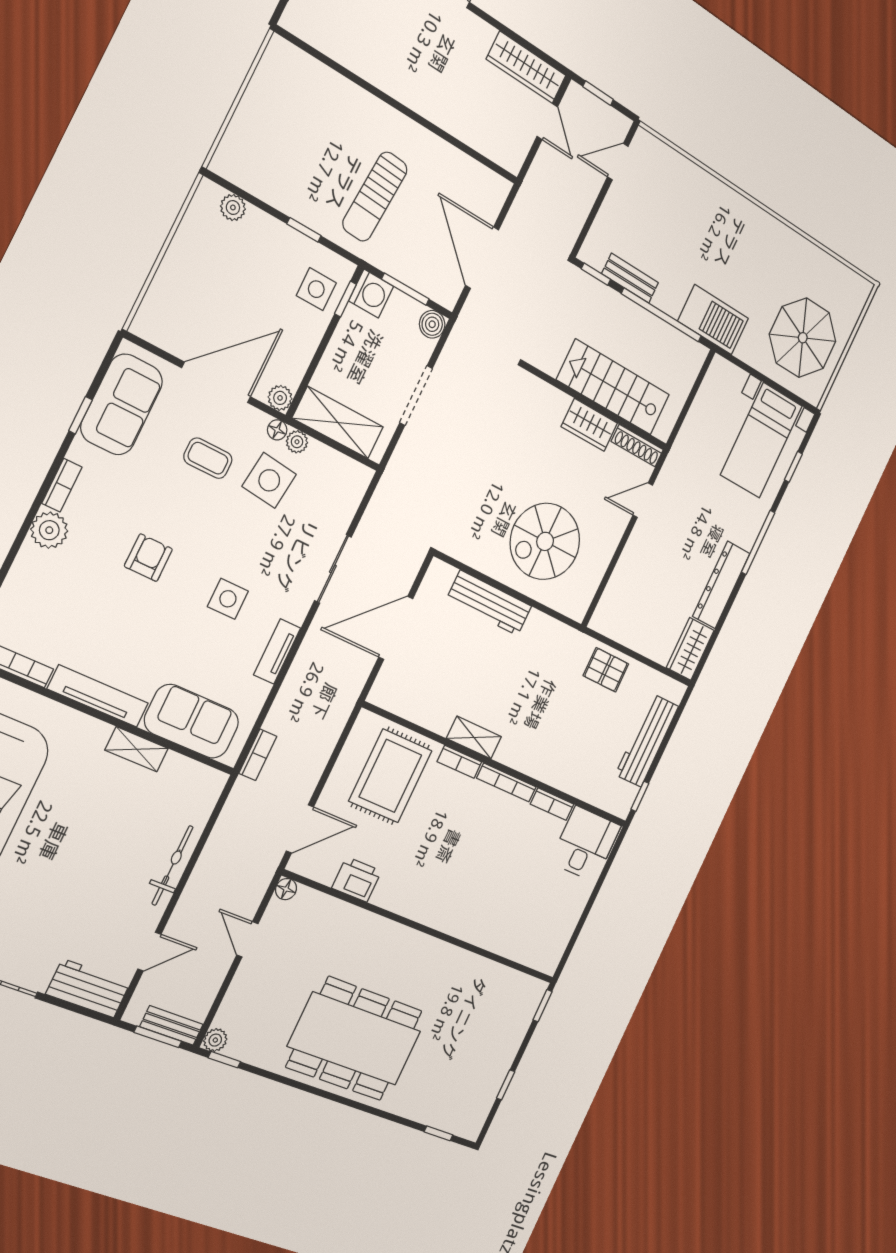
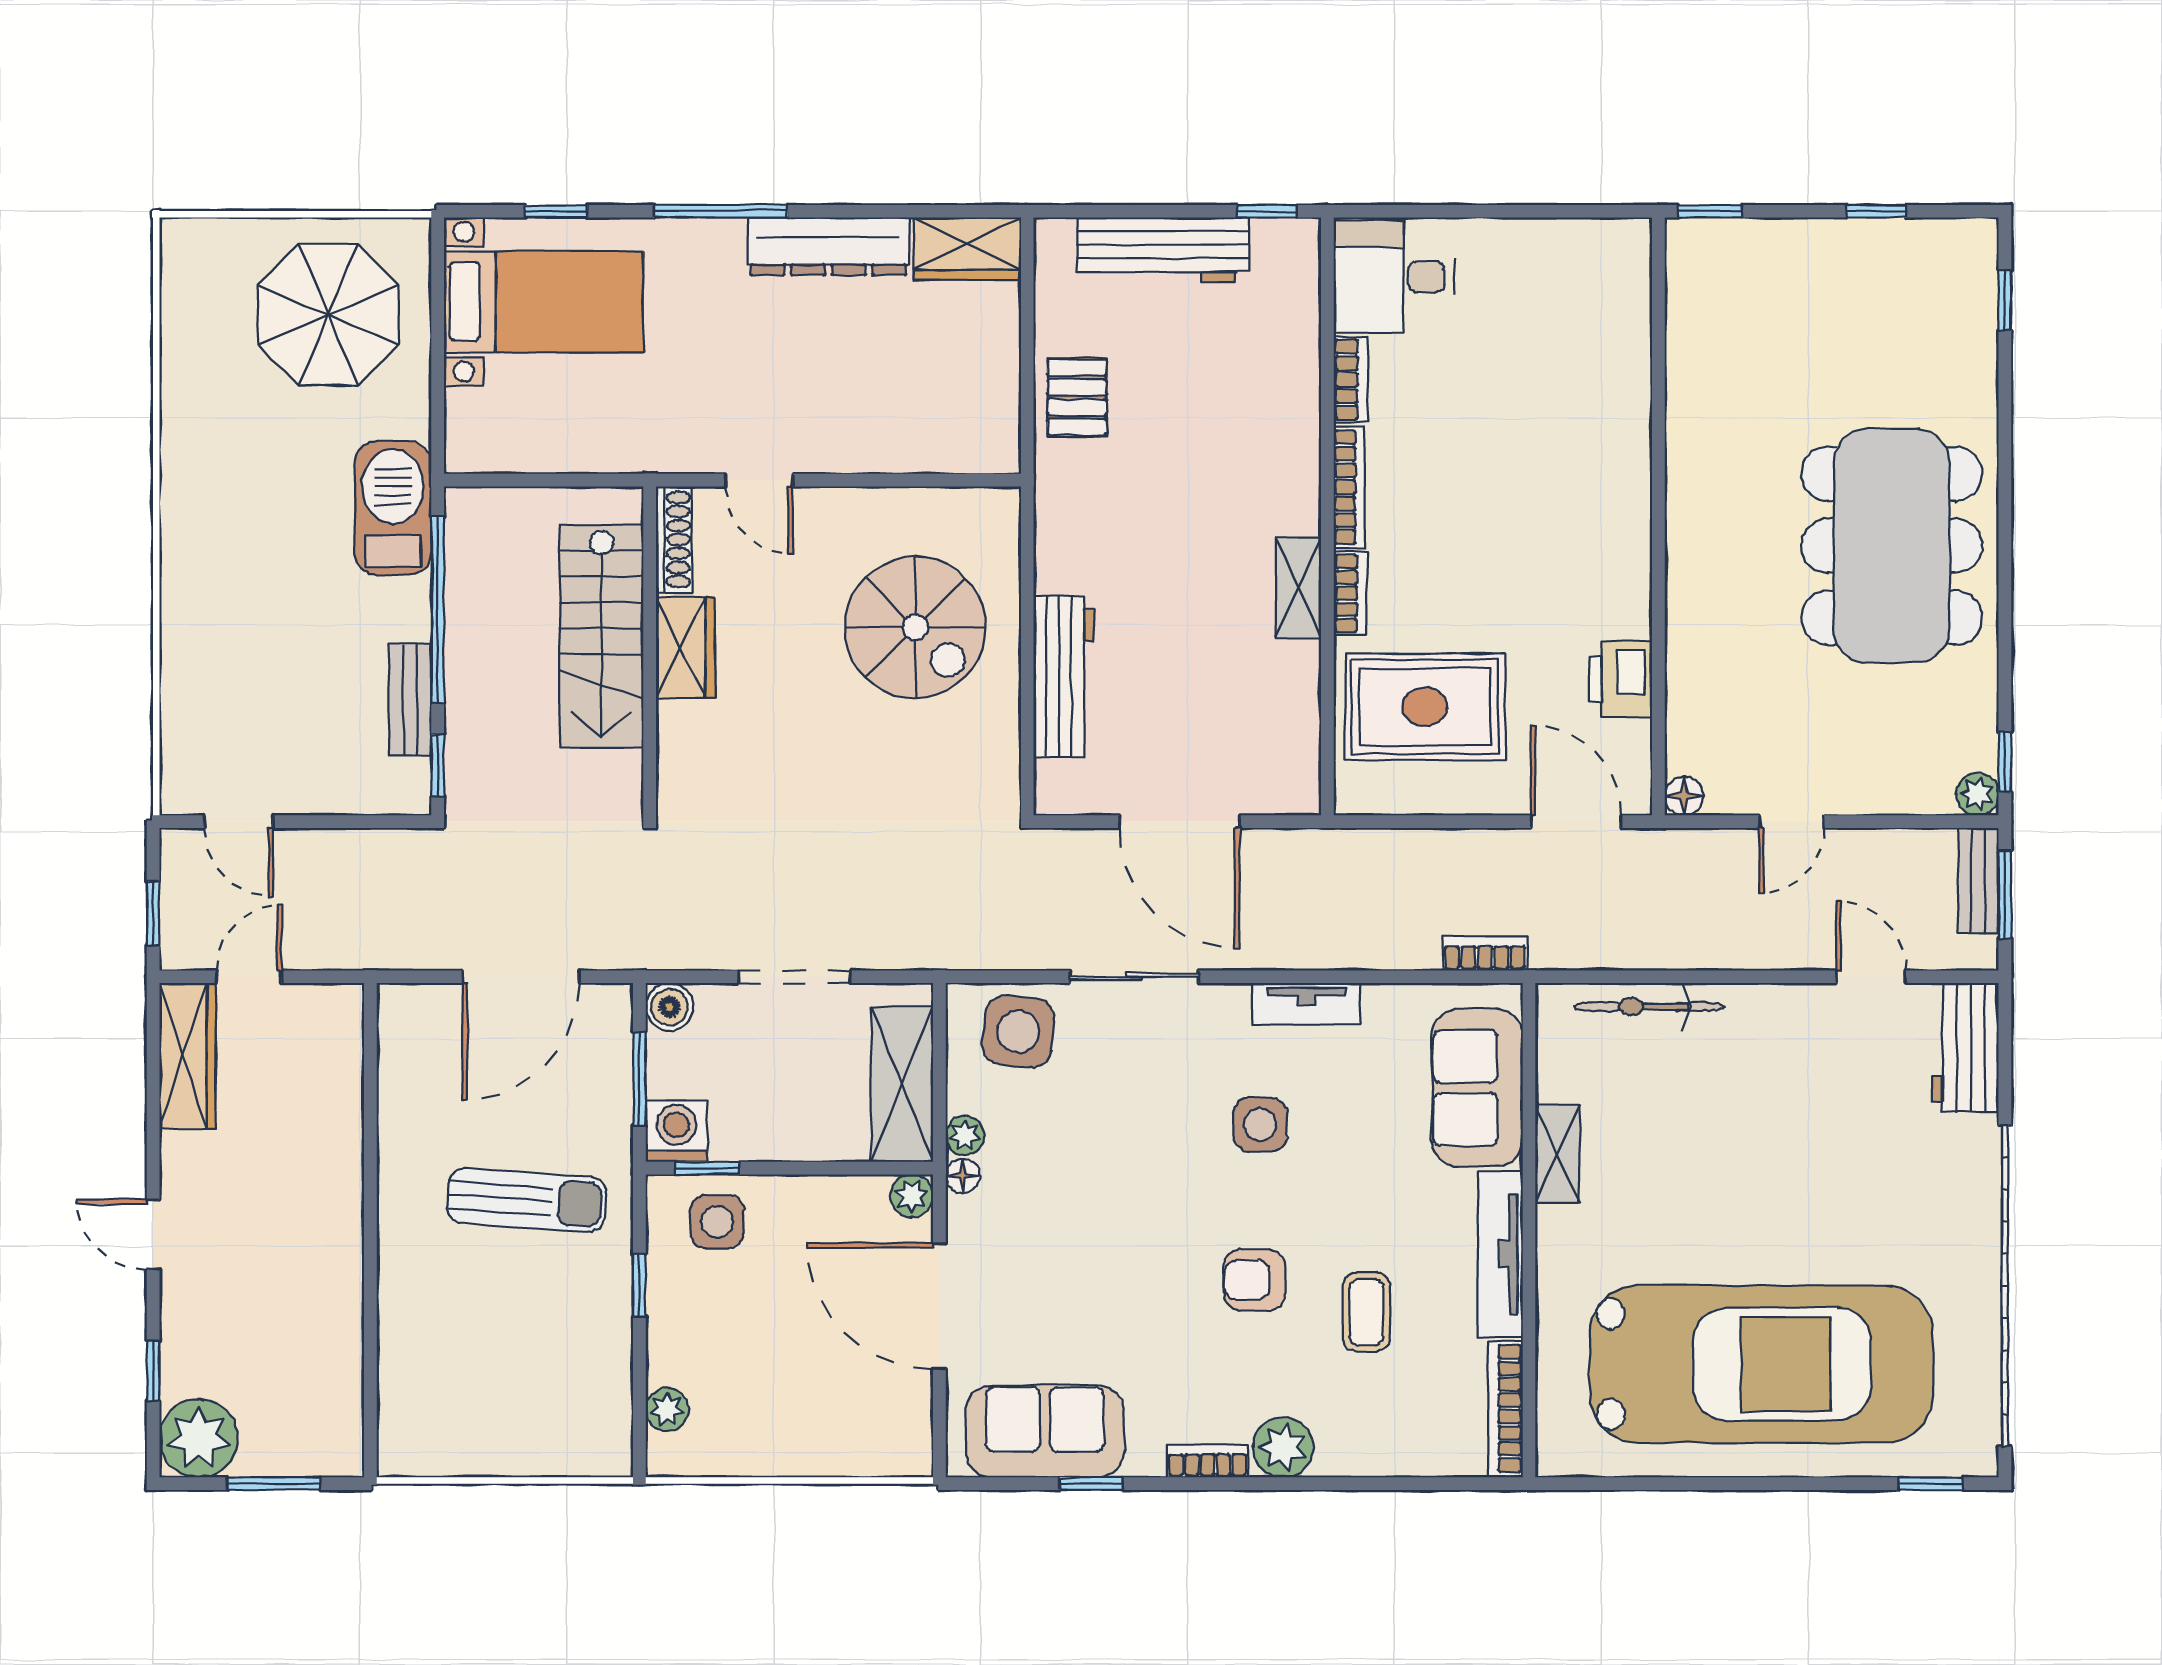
coffee table: (208, 458) -> (1366, 1312), moved
side table: (269, 480) -> (1018, 1032), moved
bicycle: (173, 865) -> (1649, 1007), moved

